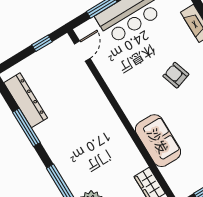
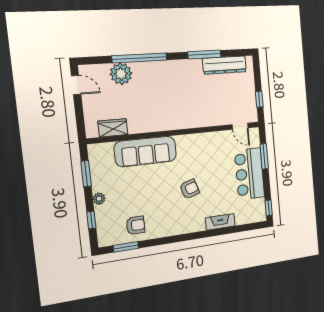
sofa: (158, 141) -> (146, 151), width x1.36

